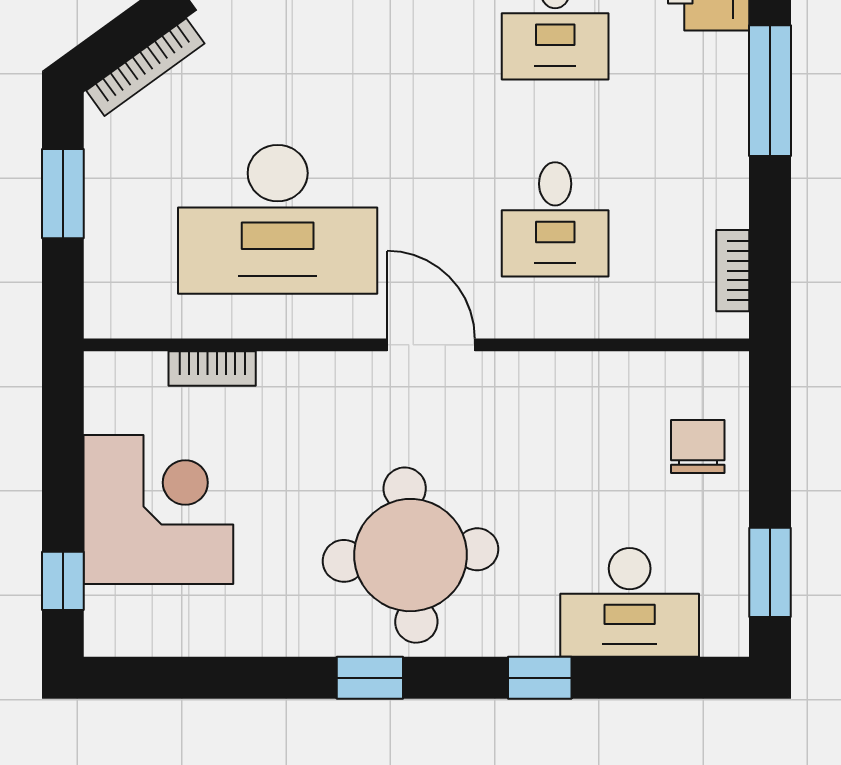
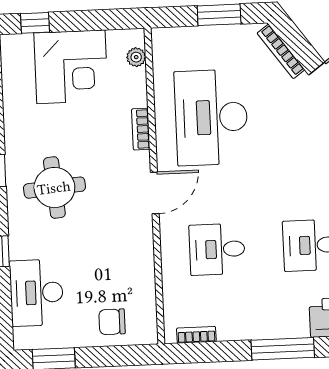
bookcase: (212, 369) -> (141, 129), moved
plant: (144, 372) -> (136, 57), added
chair: (698, 447) -> (112, 322), turned 180
round table: (411, 555) -> (54, 188), width x0.73, depth x0.73

